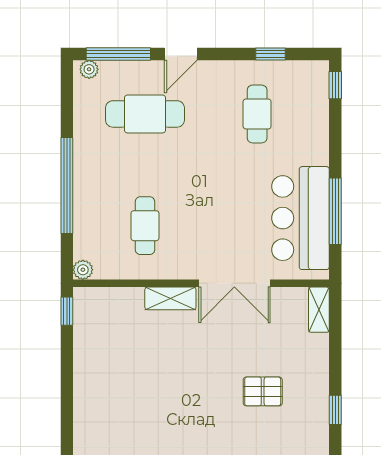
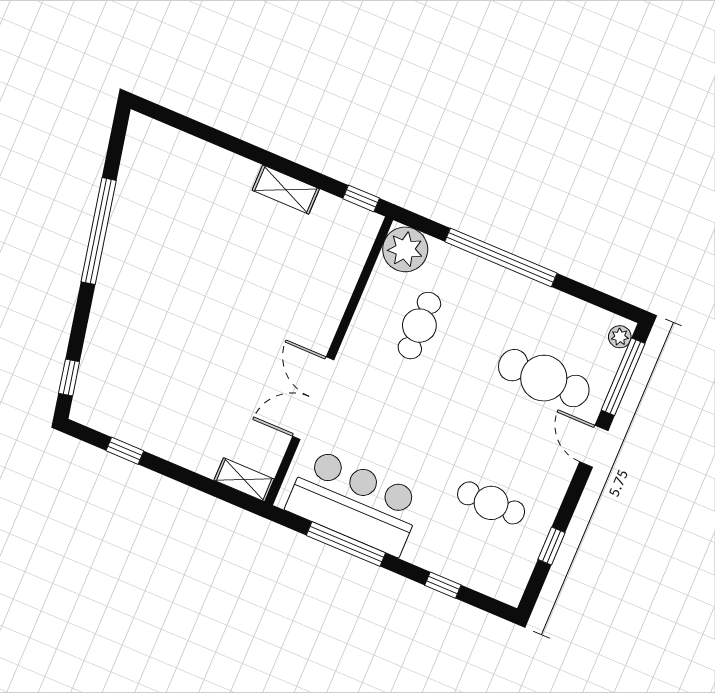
window: (335, 85) -> (443, 585), moved
cafe table: (145, 114) -> (544, 378), turned 90
cafe table: (145, 226) -> (419, 326), turned 90
plant: (83, 270) -> (405, 249), width x1.87, depth x1.87
shelving: (170, 298) -> (286, 190), moved, turned 90
pallet: (263, 391) -> (179, 379), removed

